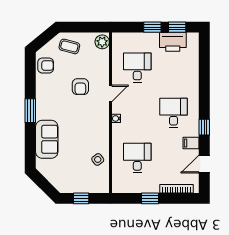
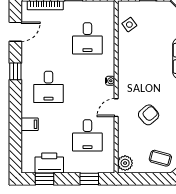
window: (152, 27) -> (89, 179), moved
armchair: (80, 87) -> (149, 115), turned 49
filing cabinet: (191, 143) -> (30, 124), moved
side table: (98, 159) -> (129, 25), moved

